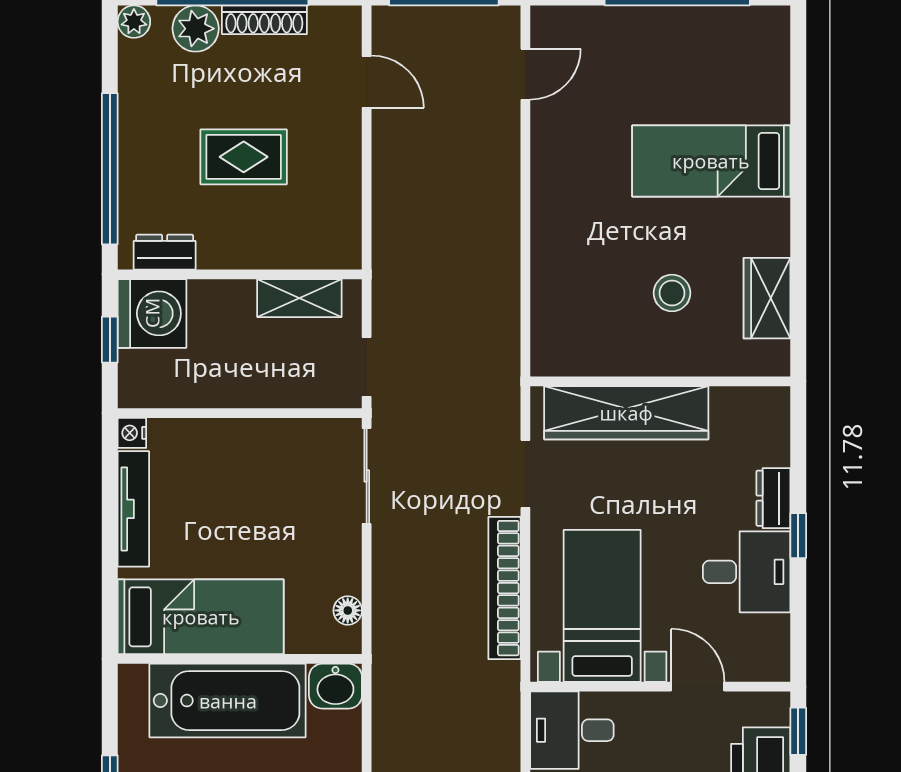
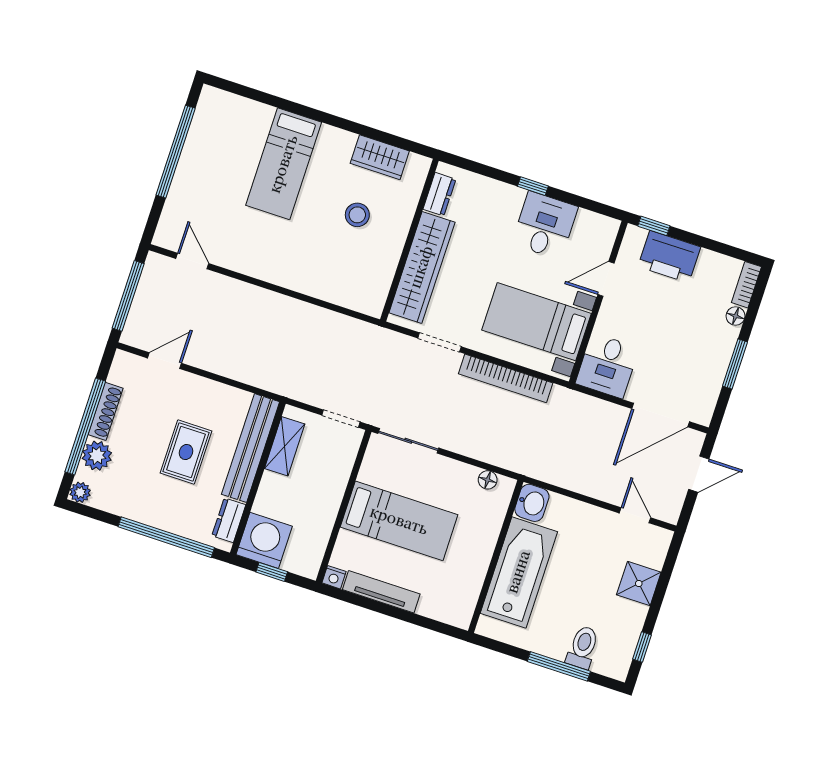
bench: (280, 249) -> (251, 448), added
dresser: (773, 498) -> (439, 194), moved, turned -90
bed: (201, 617) -> (399, 521), moved, turned 90

